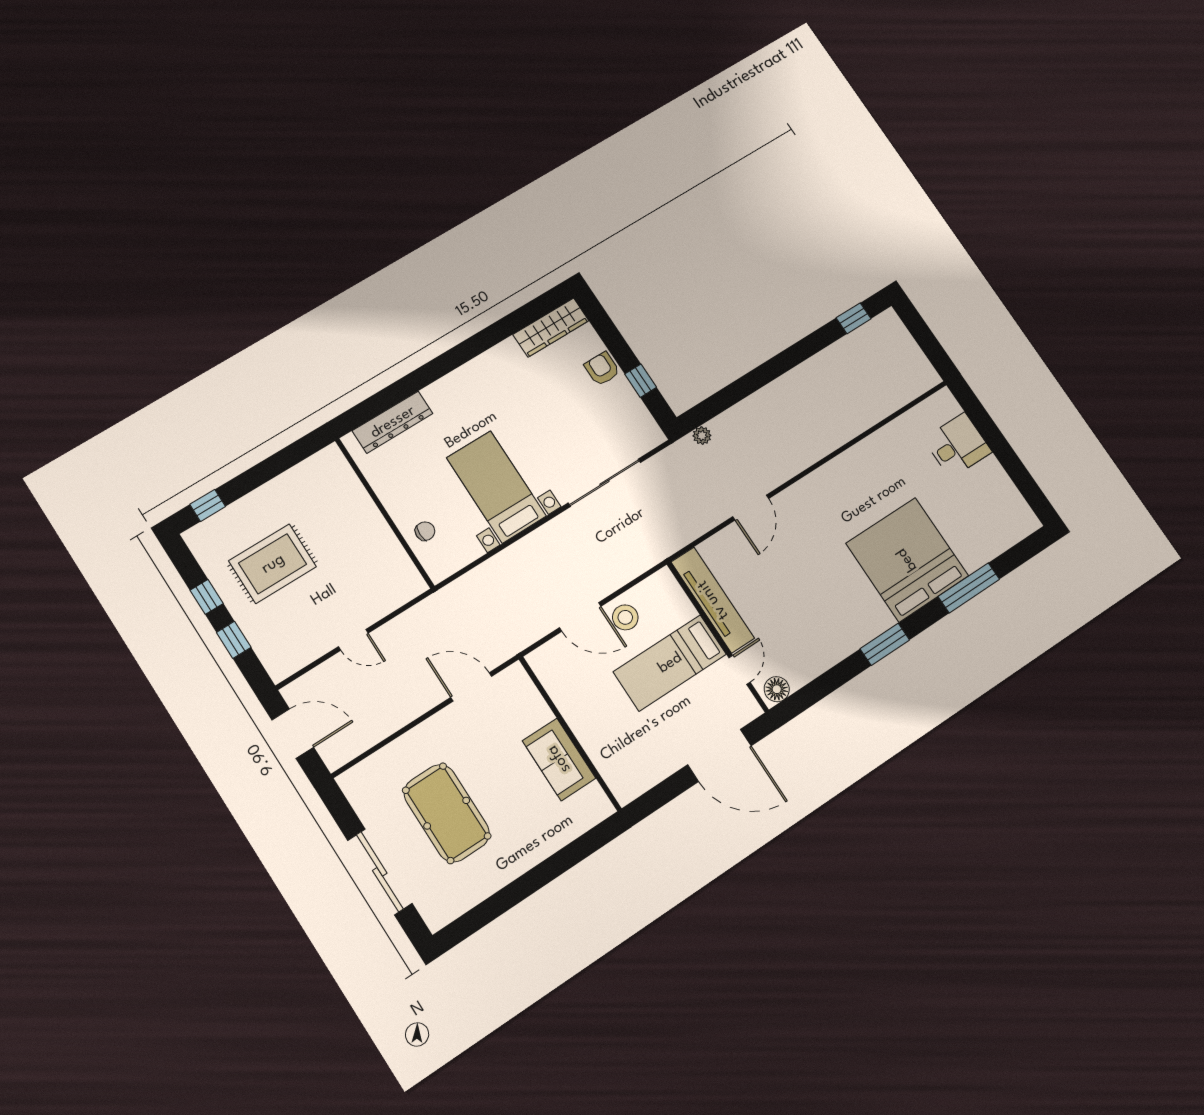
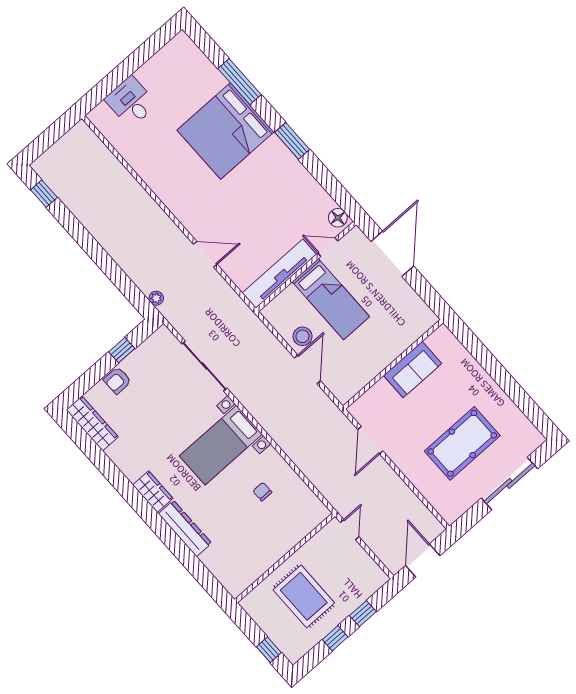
wardrobe: (449, 389) -> (153, 492), added
wall: (385, 513) -> (285, 558), moved

